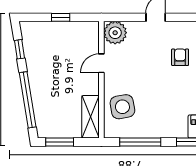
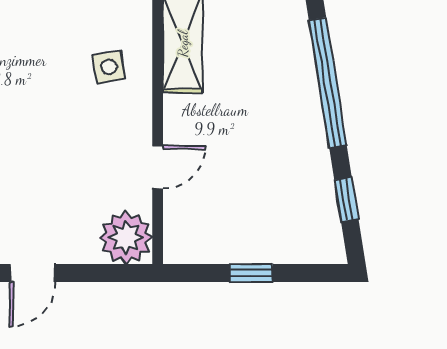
side table: (122, 107) -> (109, 67), width x0.54, depth x0.54

